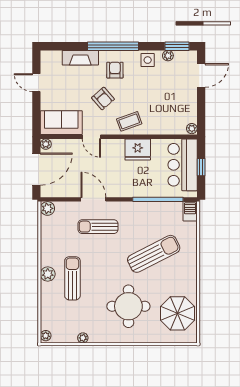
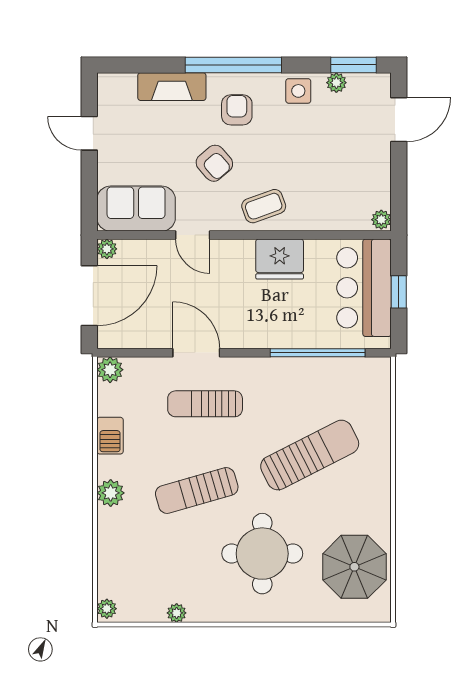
barbecue: (190, 211) -> (110, 436), moved, turned 180
sun lounger: (72, 278) -> (197, 490), moved, turned -106

